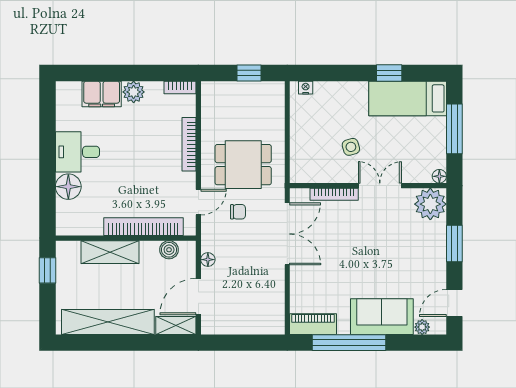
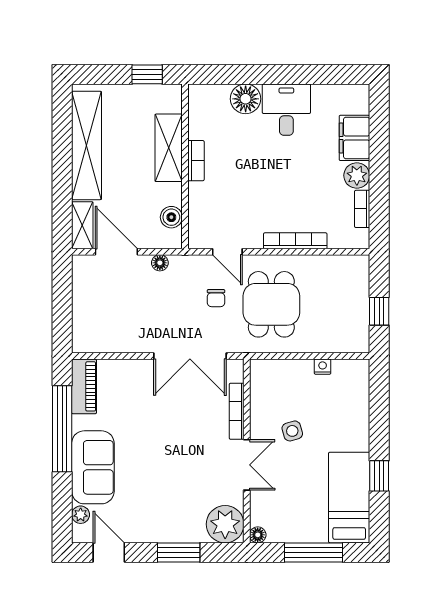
bookcase: (180, 87) -> (362, 209), moved
nightstand: (306, 88) -> (323, 367), moved, turned -90
bookcase: (143, 227) -> (196, 161), width x0.43, depth x0.76

